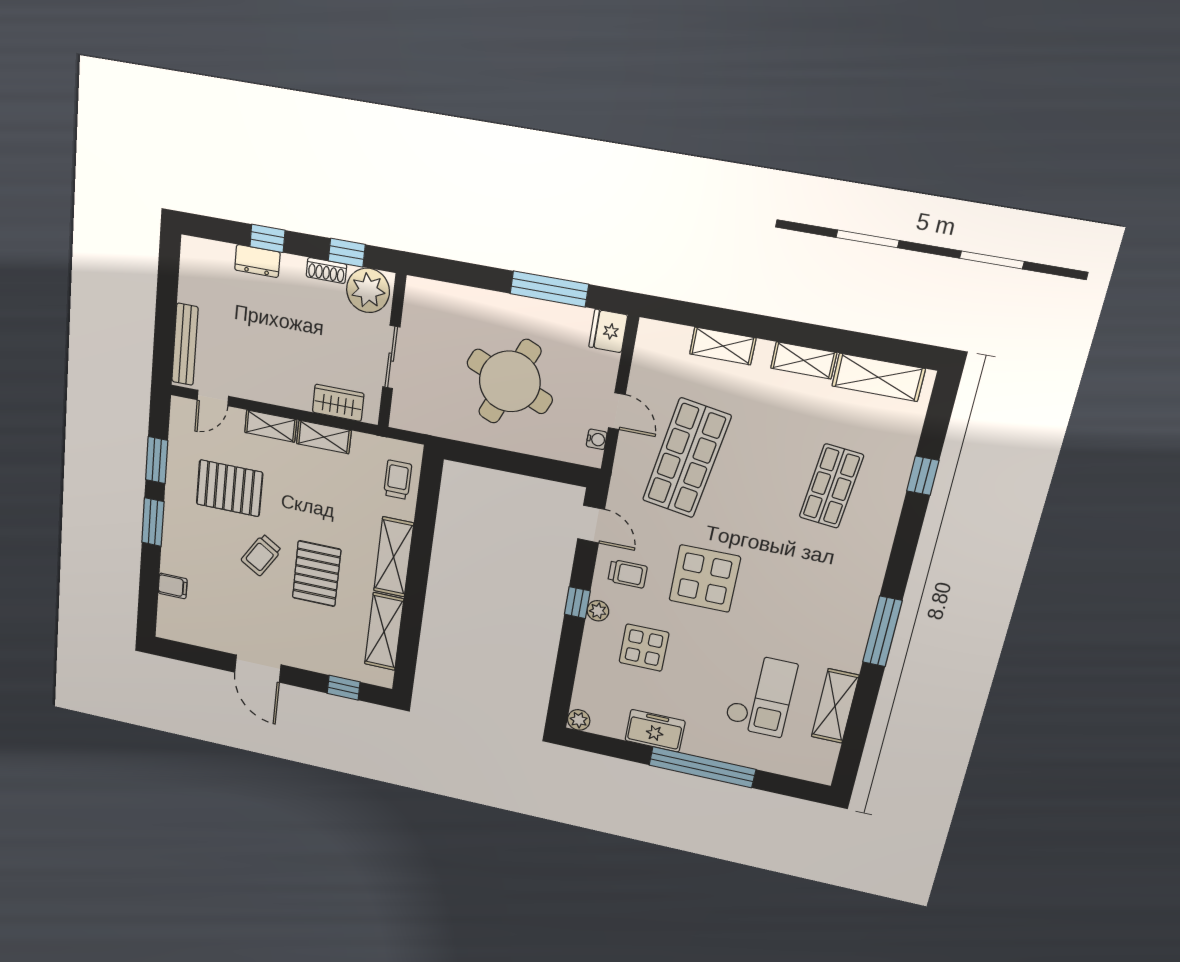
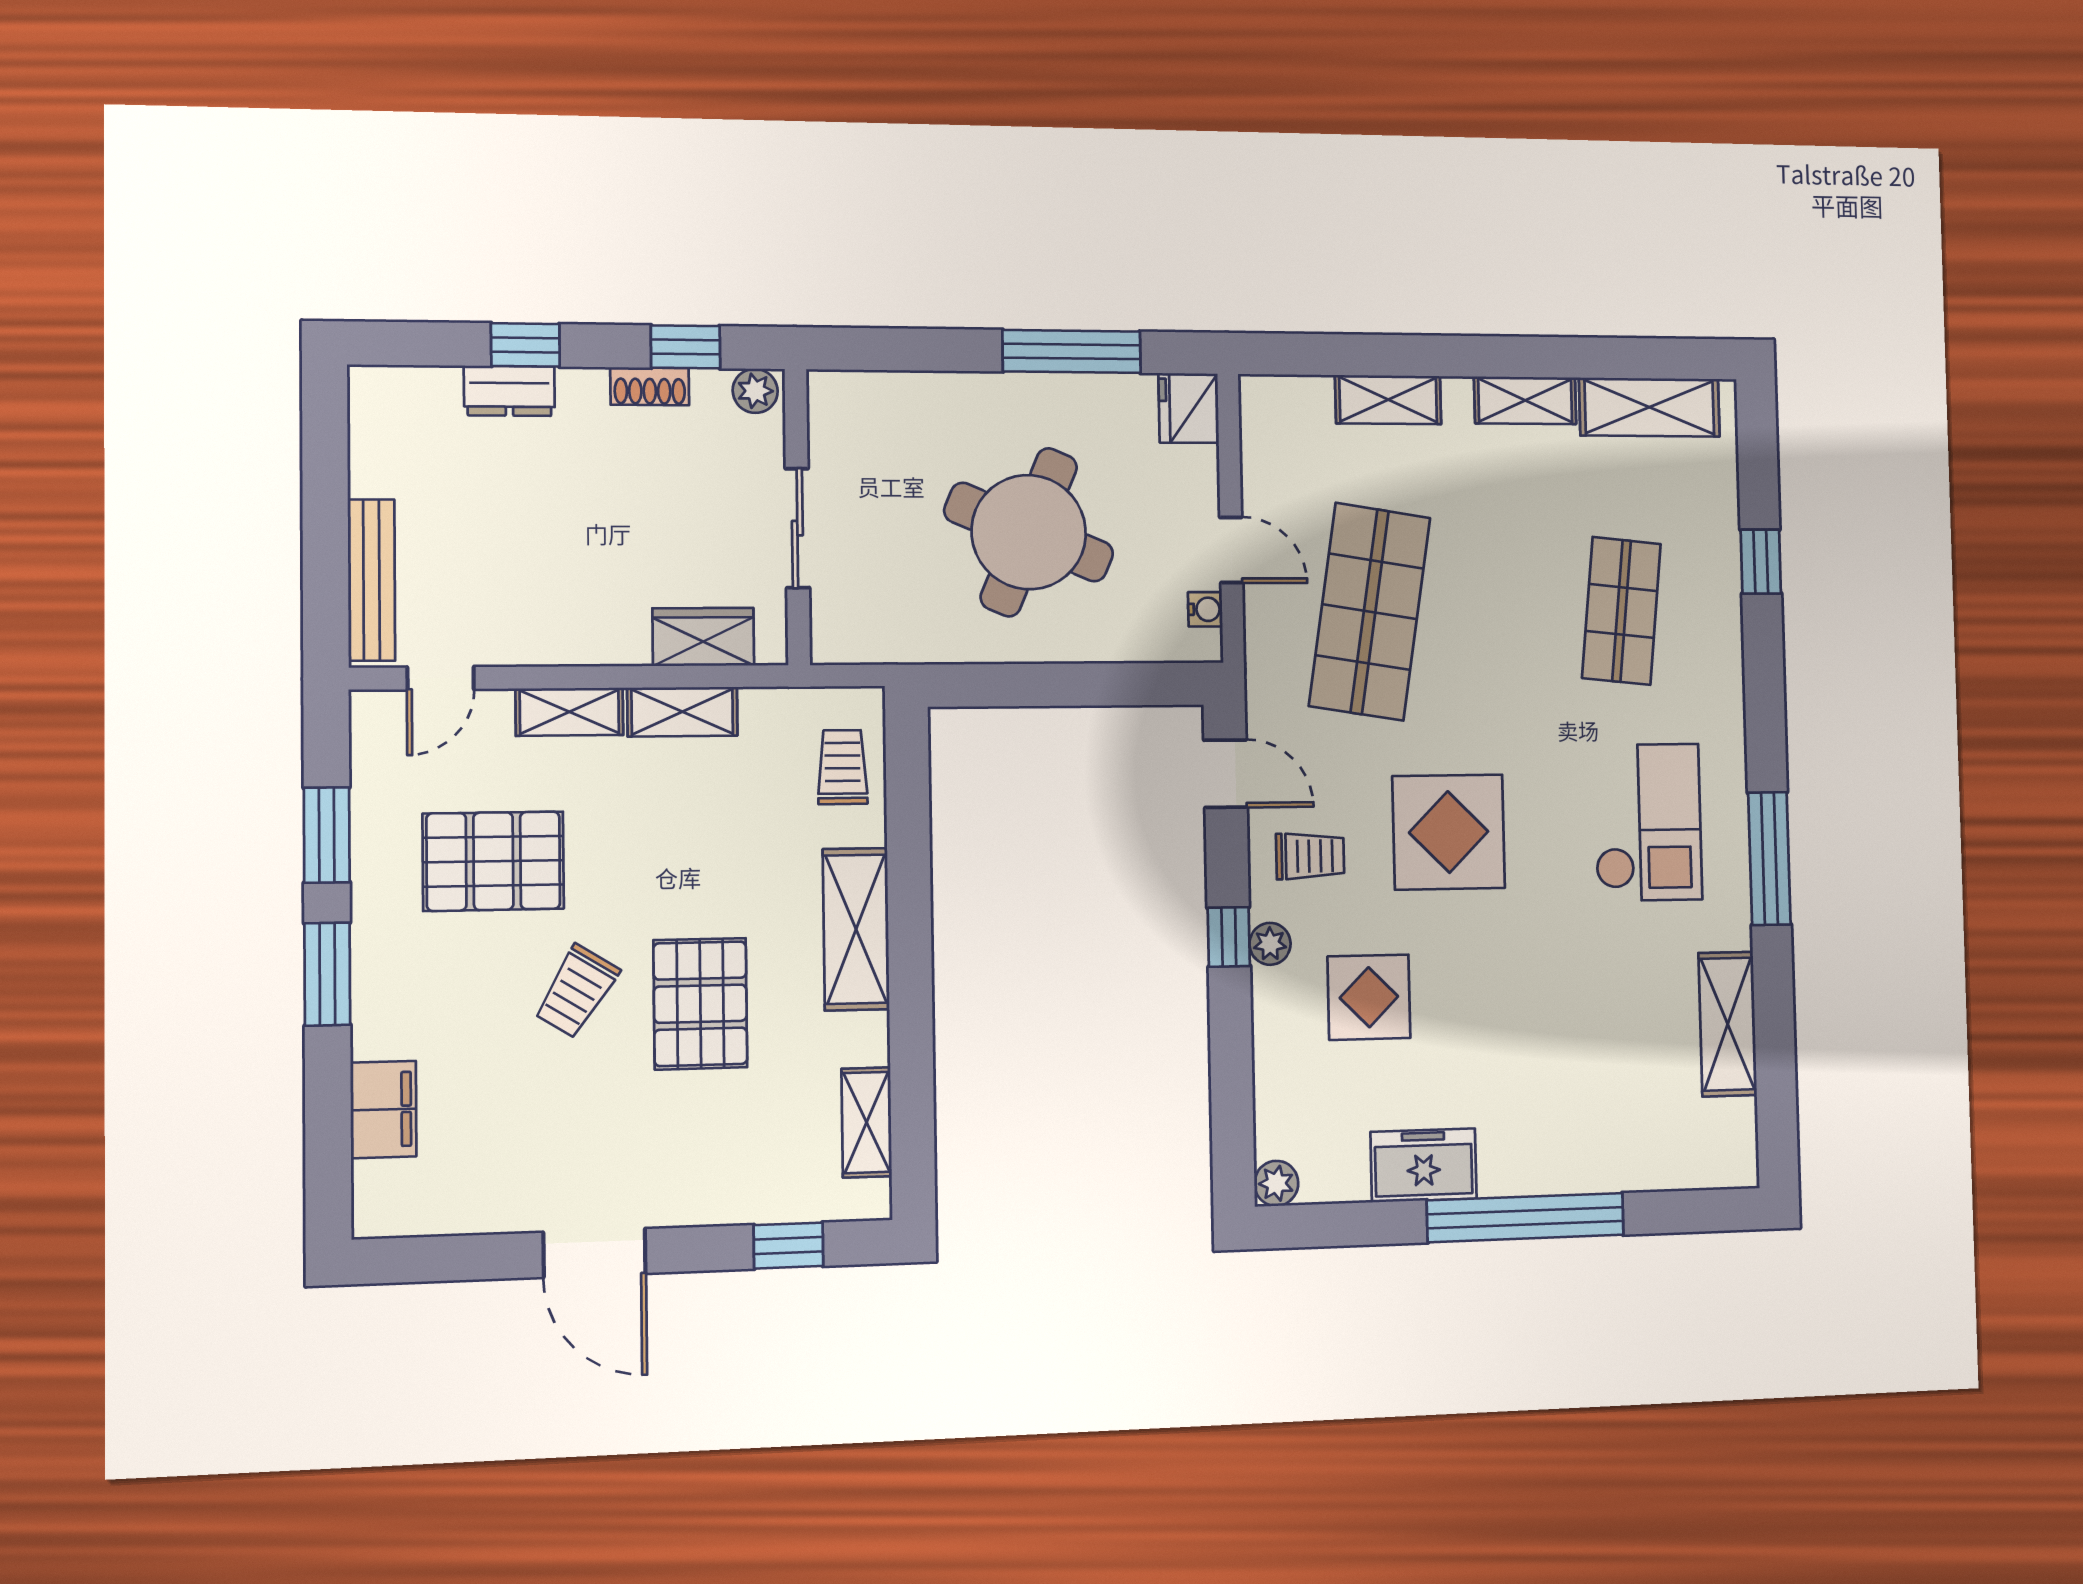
plant: (368, 290) -> (755, 391), width x0.53, depth x0.53
filing cabinet: (173, 586) -> (383, 1109), width x2.00
shelving: (384, 632) -> (867, 1122), width x0.67, depth x0.75
checkout: (761, 695) -> (1648, 822), moved

